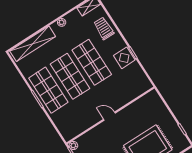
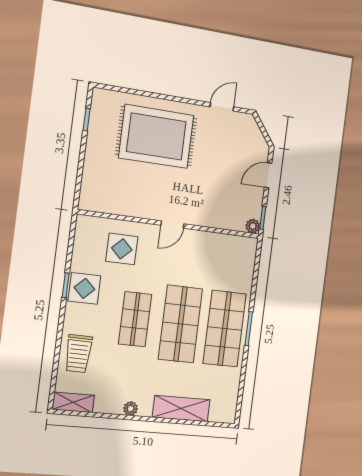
shelving: (33, 44) -> (181, 409), width x0.68
shop shelf: (92, 62) -> (135, 319), width x0.70, depth x0.74
display table: (122, 88) -> (122, 249), added
door: (109, 116) -> (172, 225), hinge flipped

